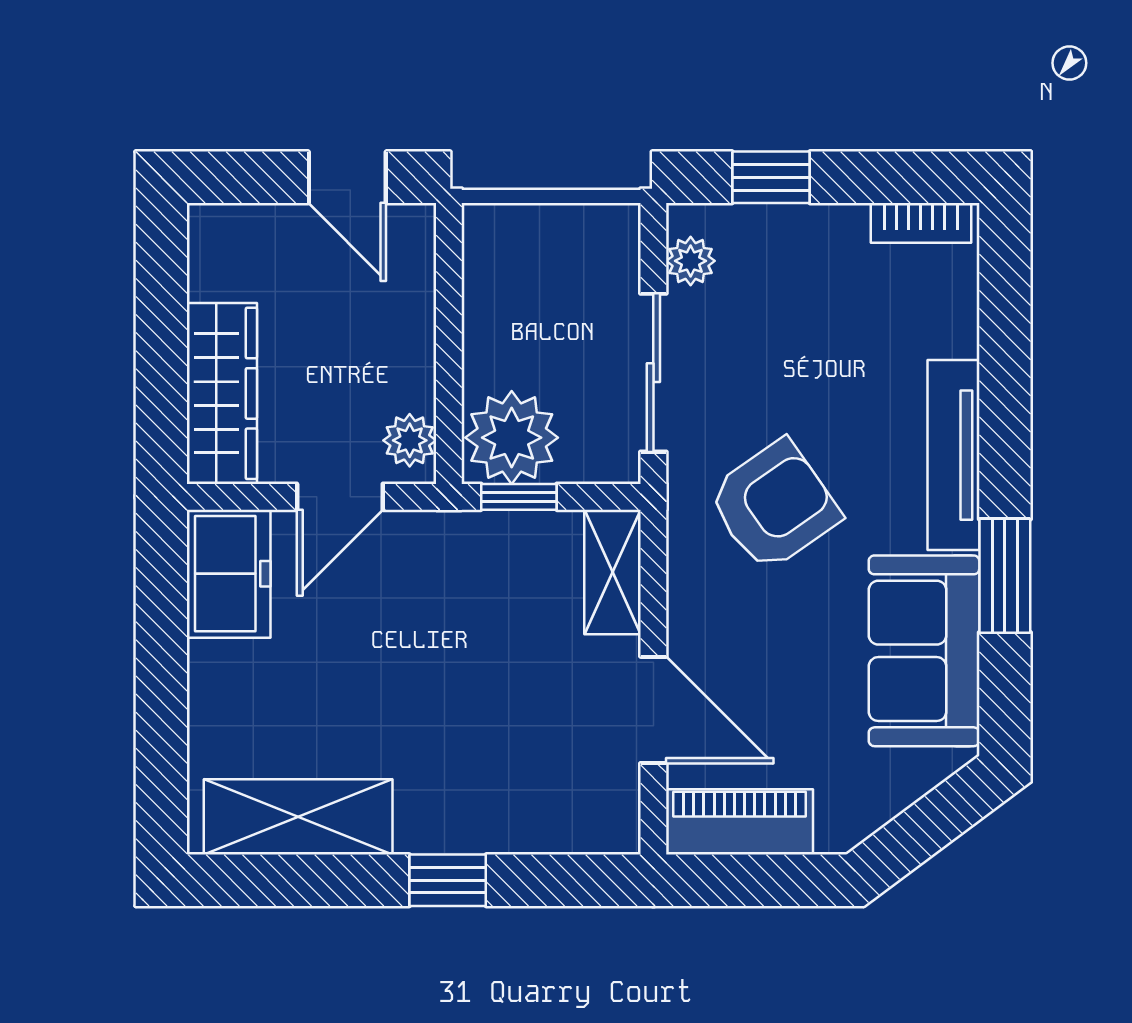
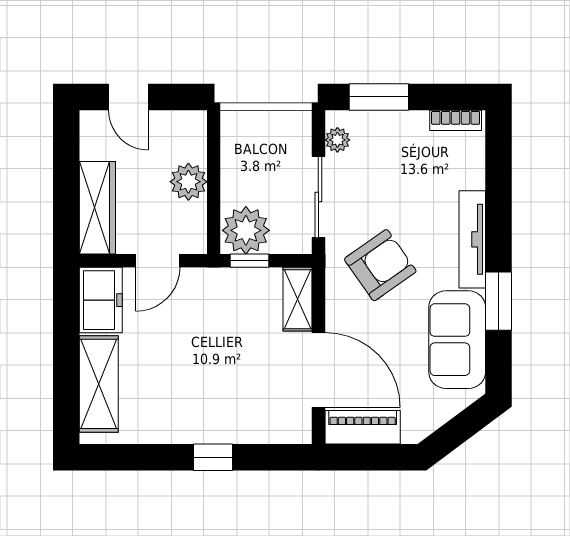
door: (347, 177) -> (128, 97), moved
window: (771, 177) -> (379, 97), width x1.50
plant: (410, 440) -> (188, 182), moved, width x1.38, depth x1.38
door: (653, 710) -> (318, 370), width x1.36
shelving: (298, 817) -> (99, 384), moved, turned 90

